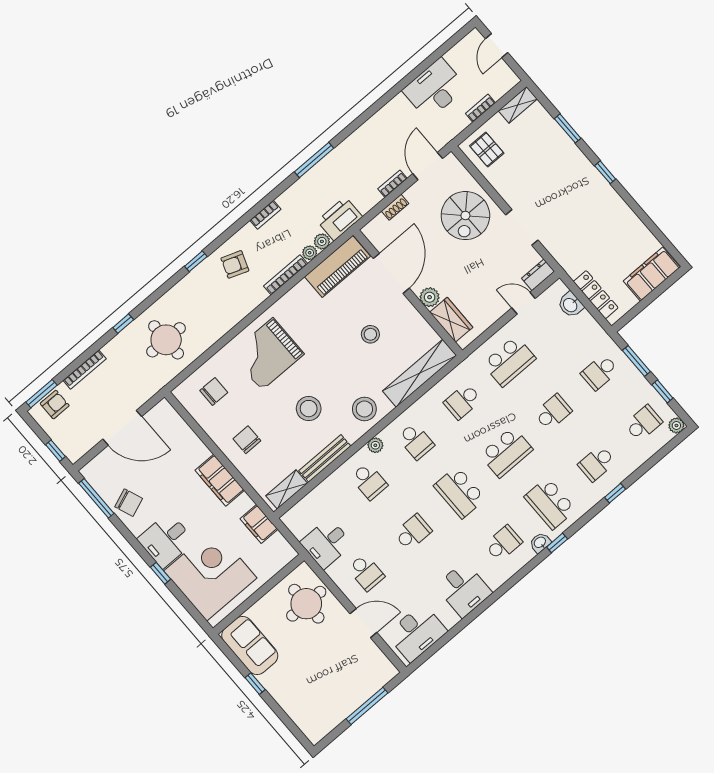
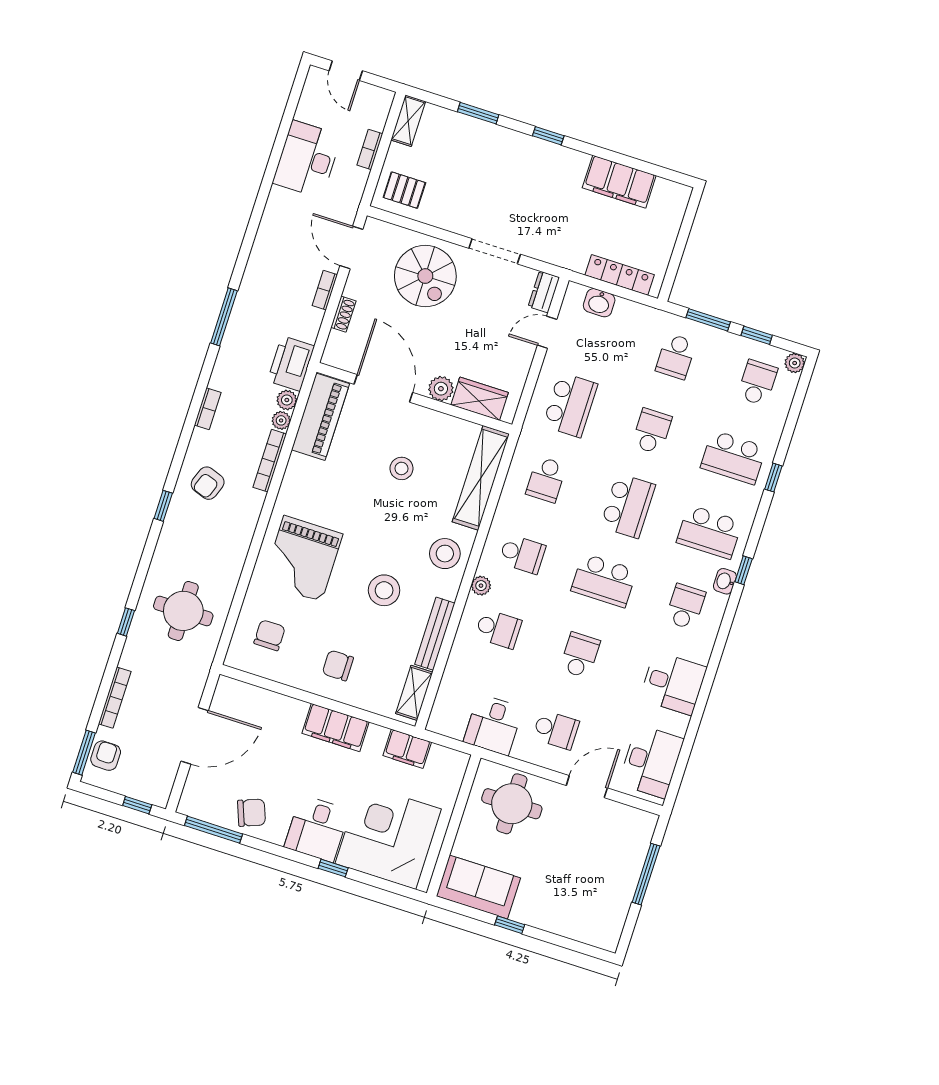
filing cabinet: (652, 274) -> (619, 182), moved, turned -90
school desk: (597, 463) -> (733, 457), width x1.85

